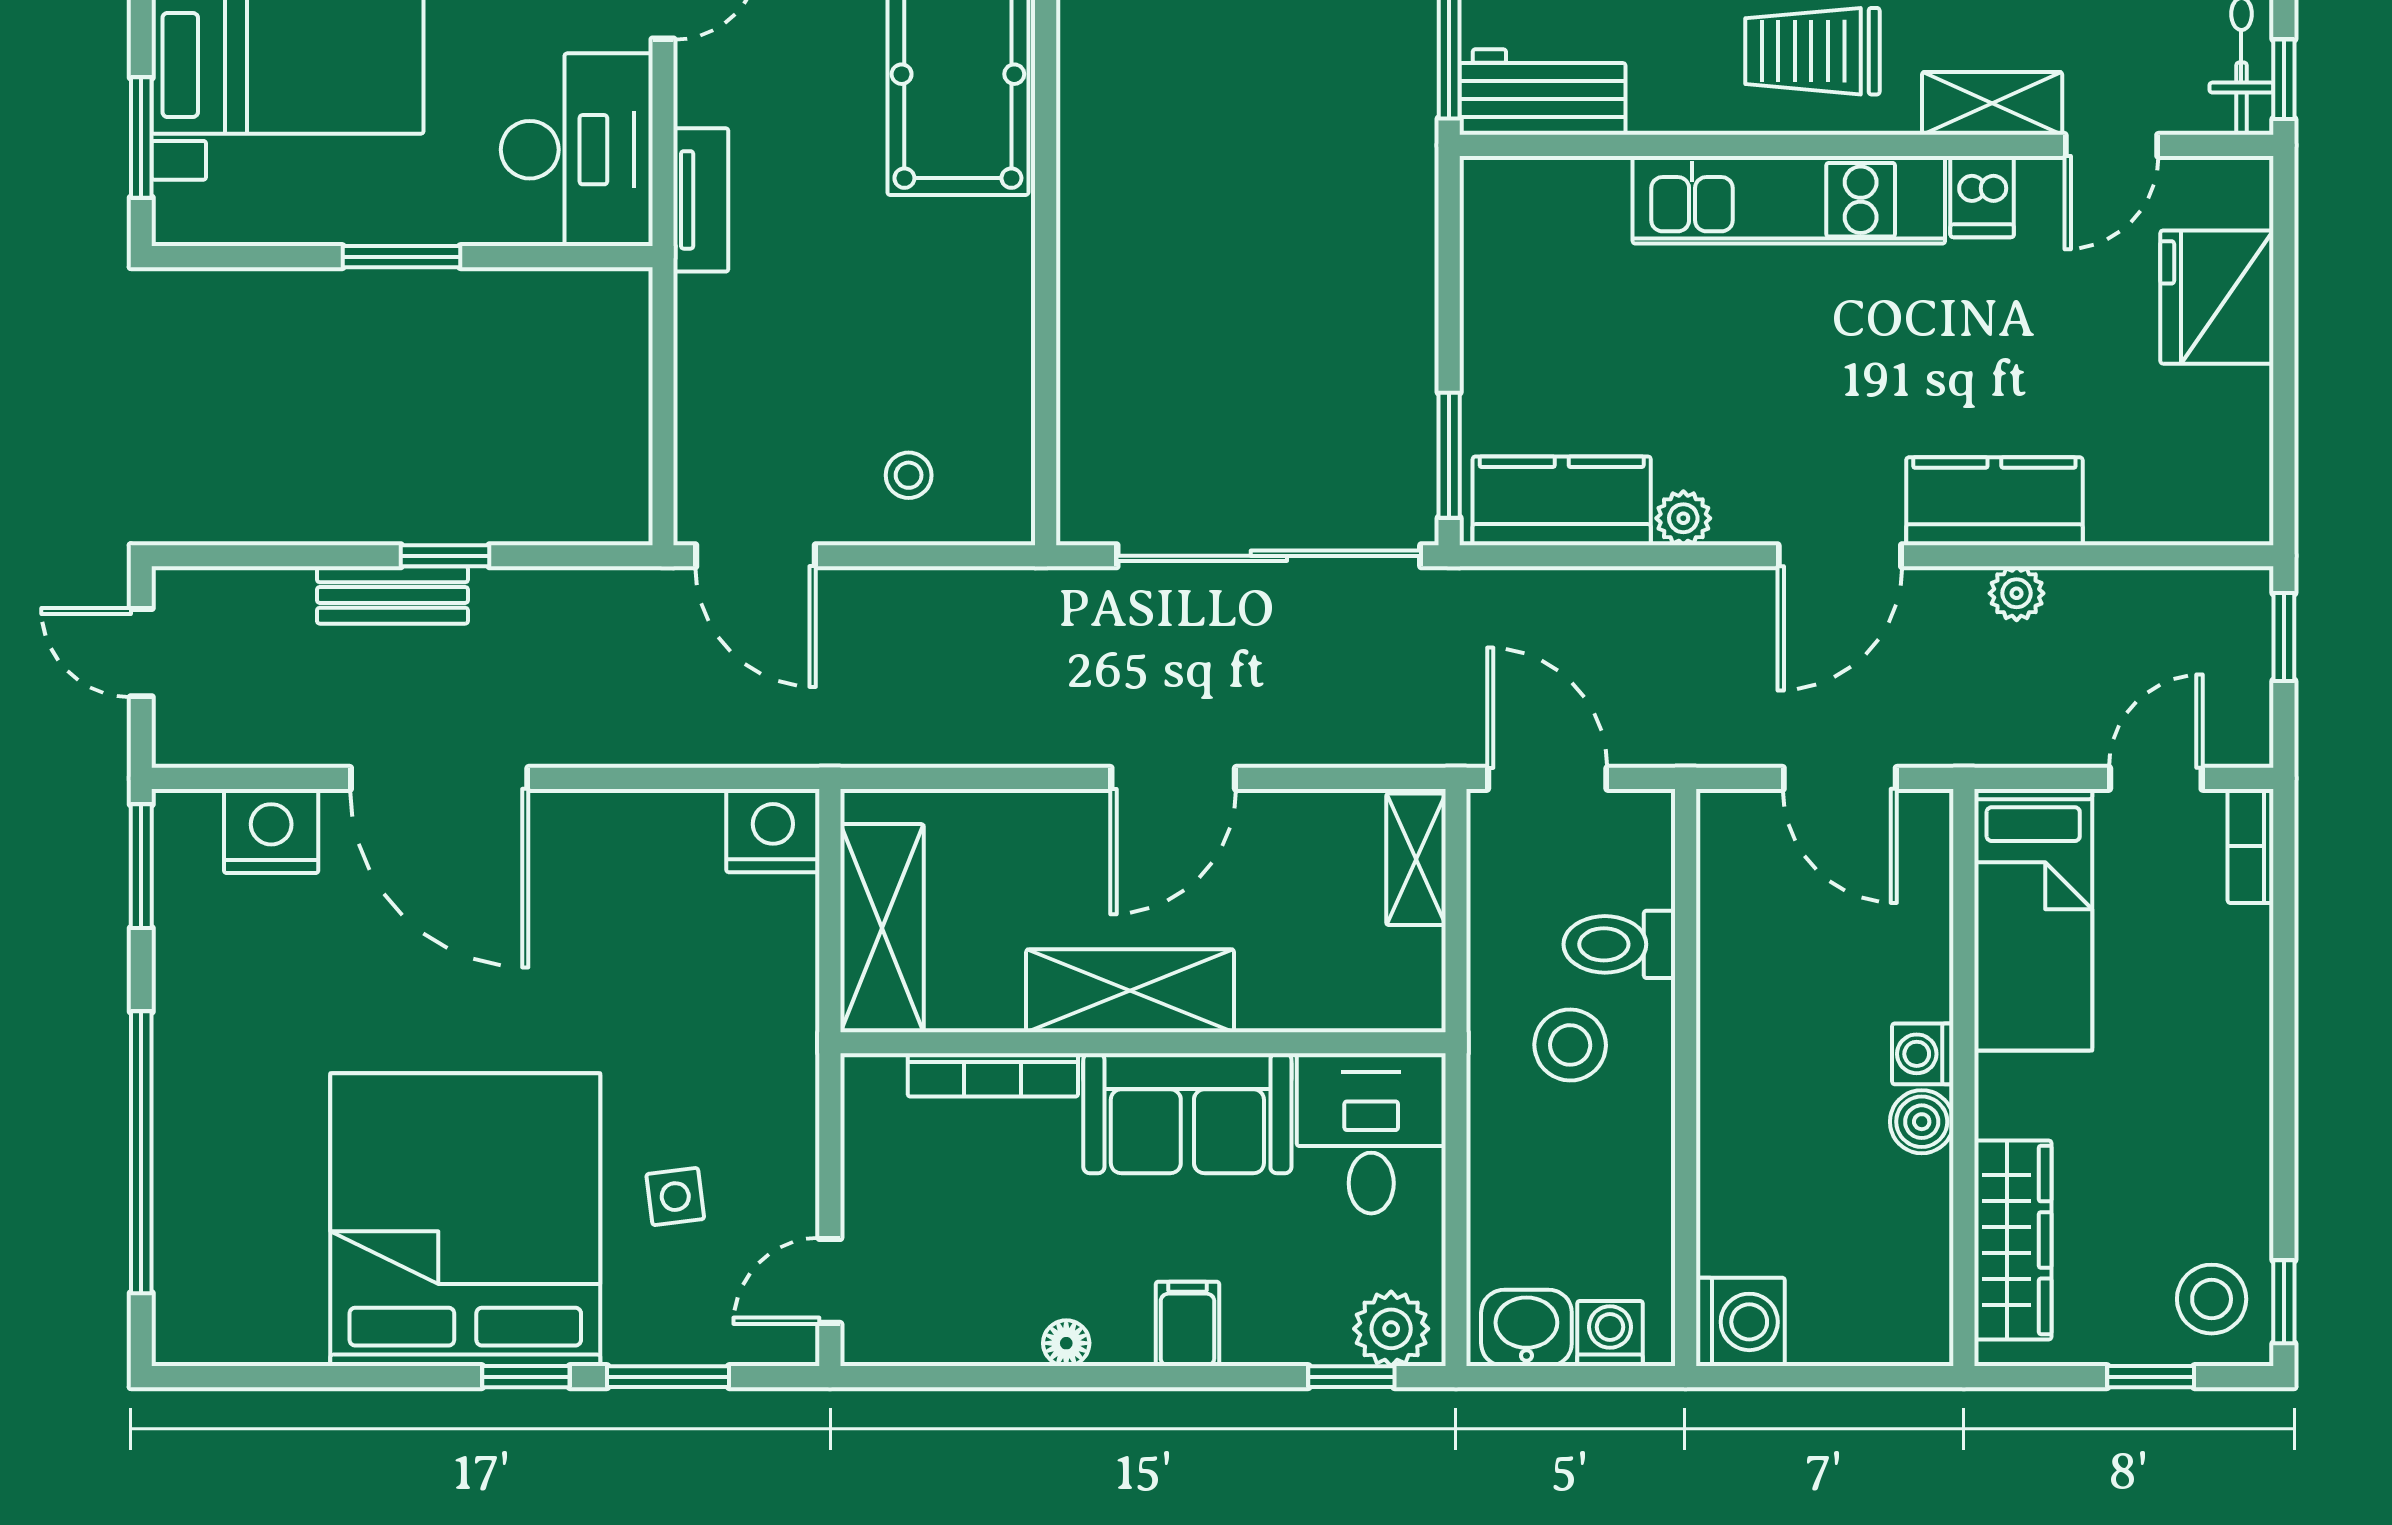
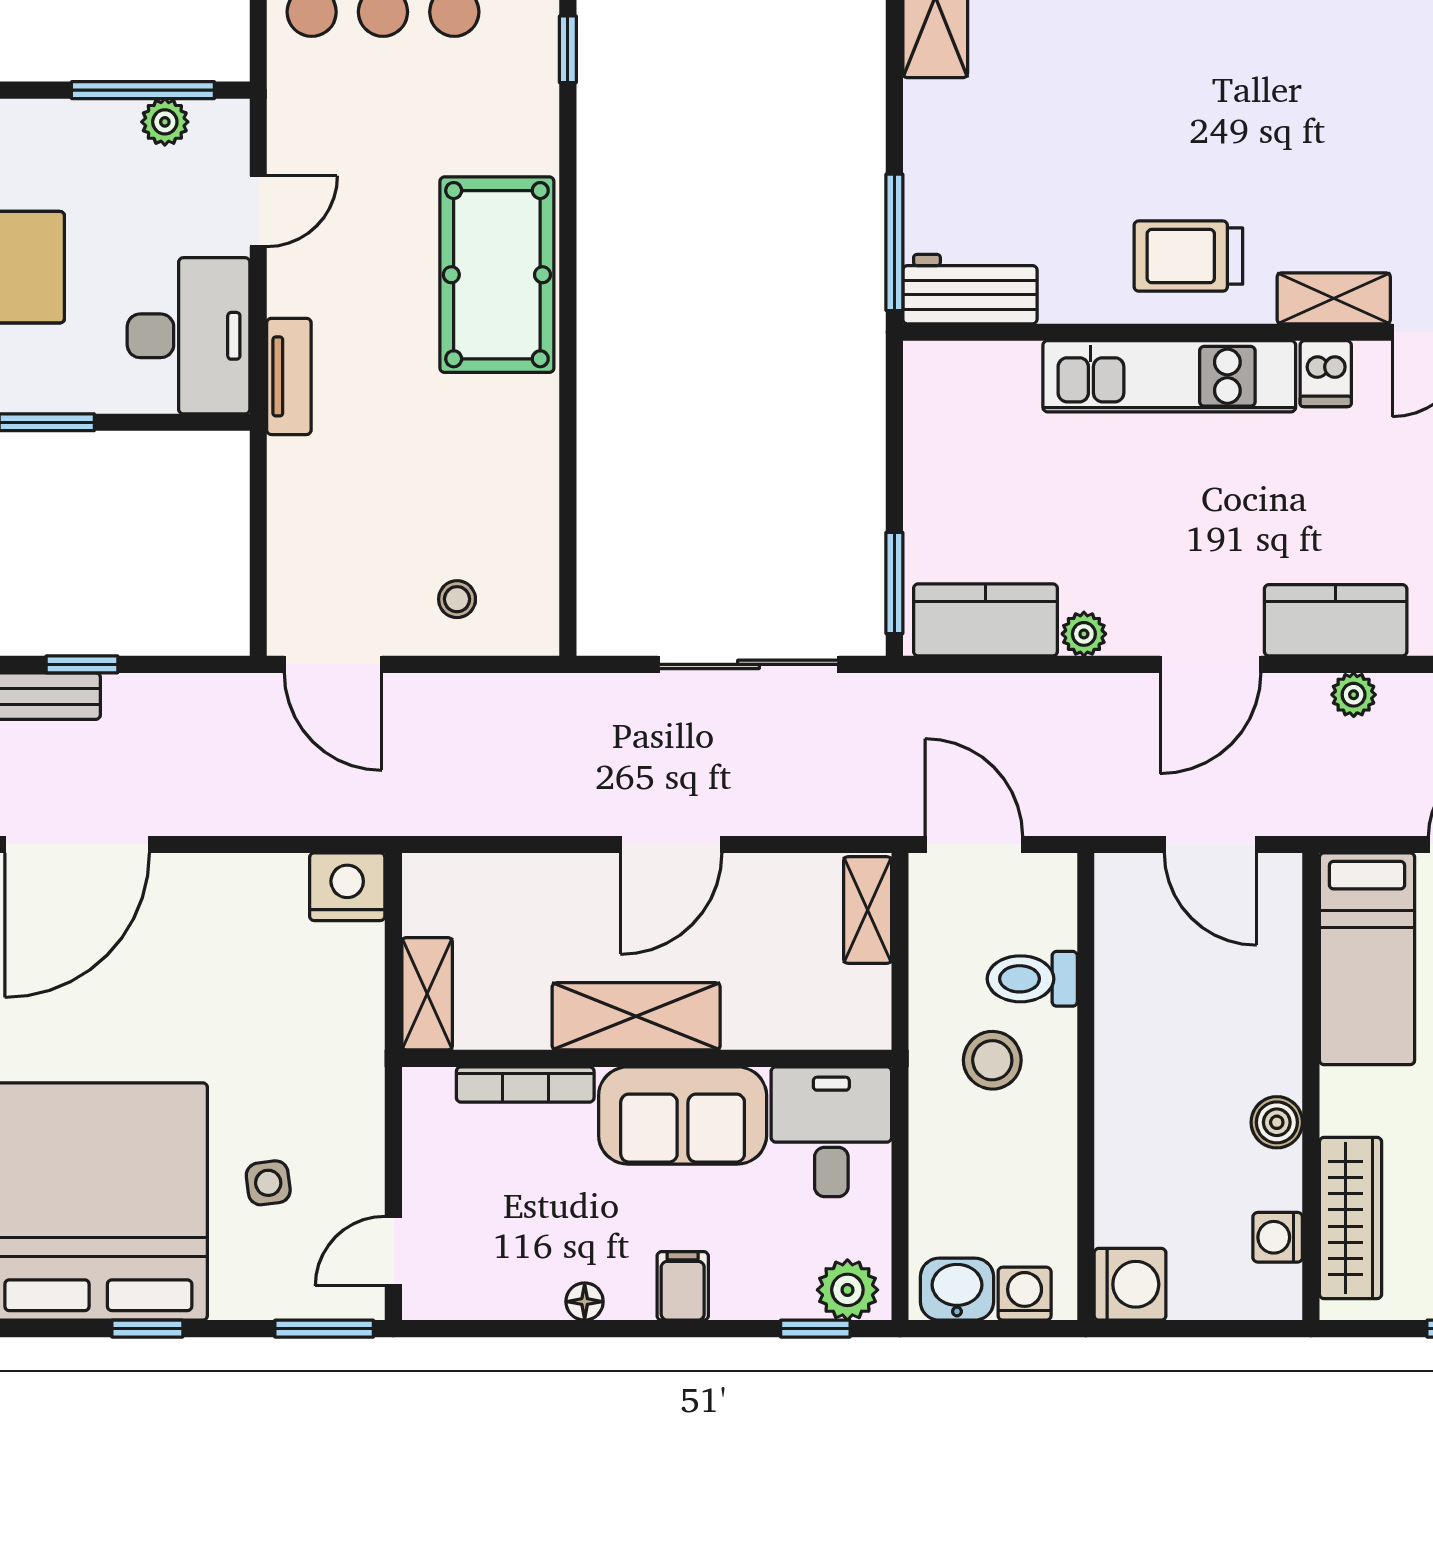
sliding door: (1269, 556) -> (748, 664), width x0.73
door: (439, 778) -> (77, 844), hinge flipped
shelving: (882, 928) -> (427, 994), width x0.67, depth x0.75
washing machine: (1923, 1054) -> (1278, 1237), moved
window: (668, 1377) -> (324, 1329), moved

